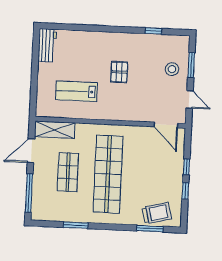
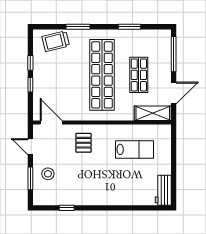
pallet: (119, 72) -> (84, 143), moved
window: (150, 229) -> (78, 27), moved

